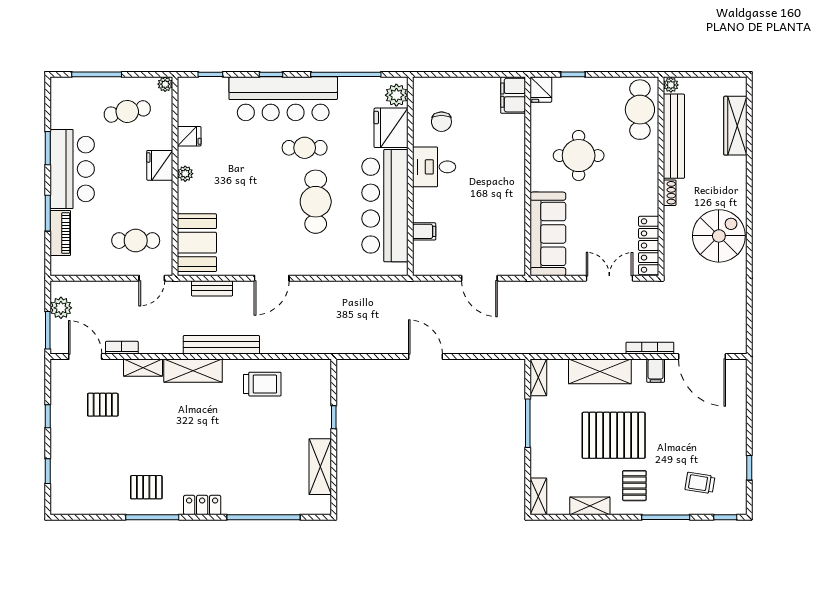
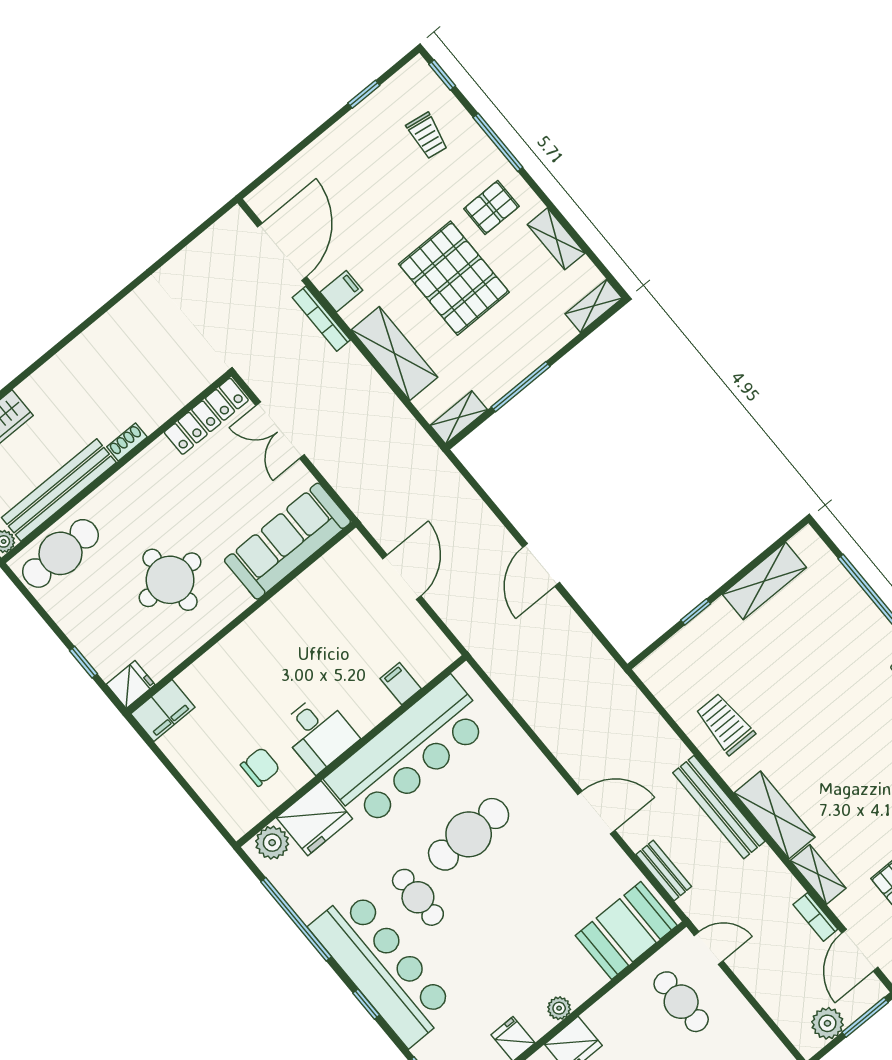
spiral stairs: (719, 236) -> (130, 346), removed

